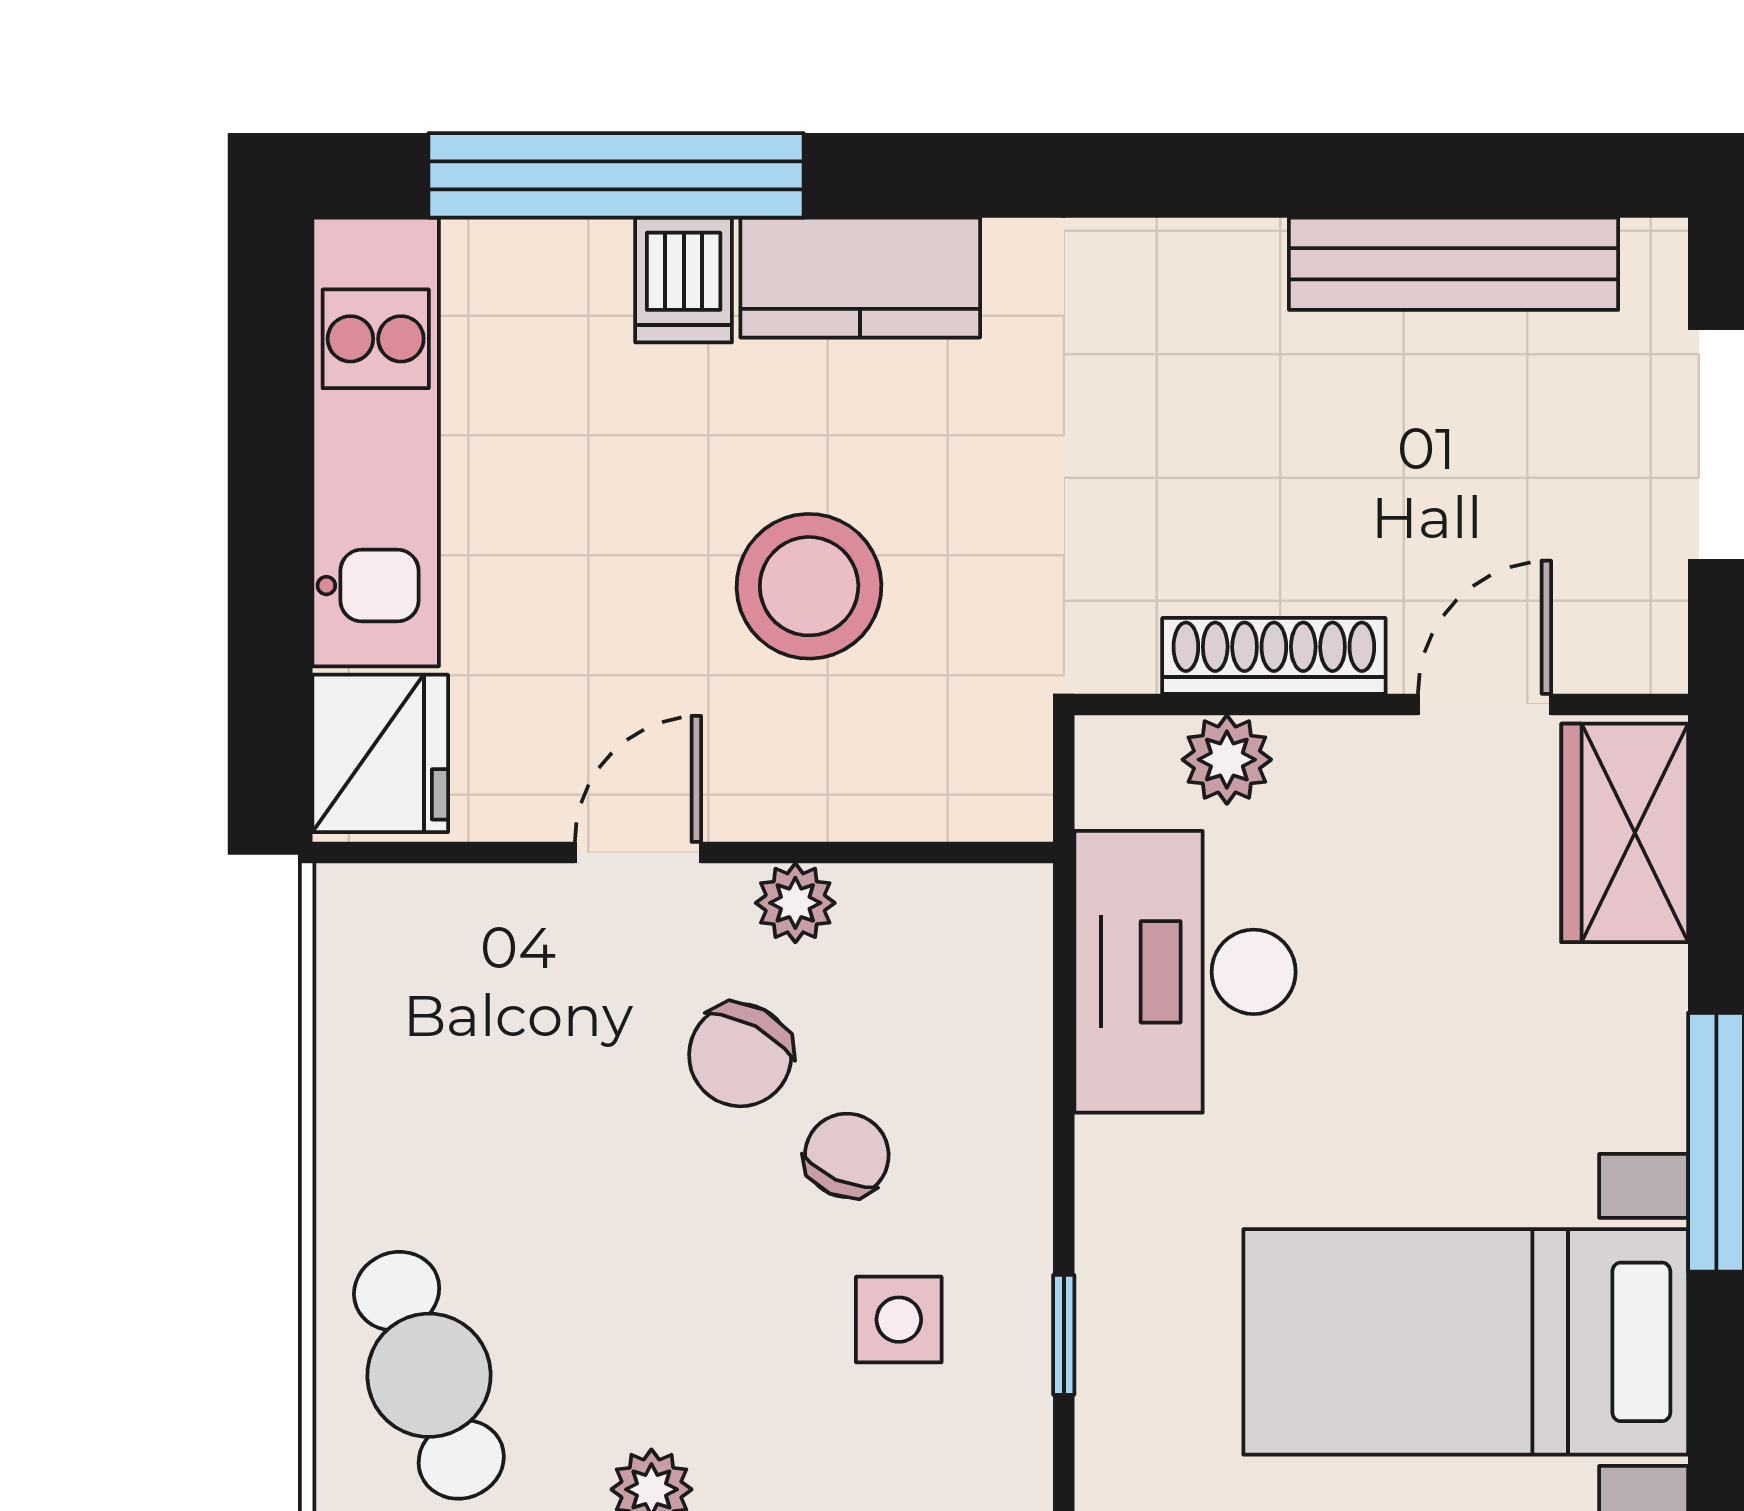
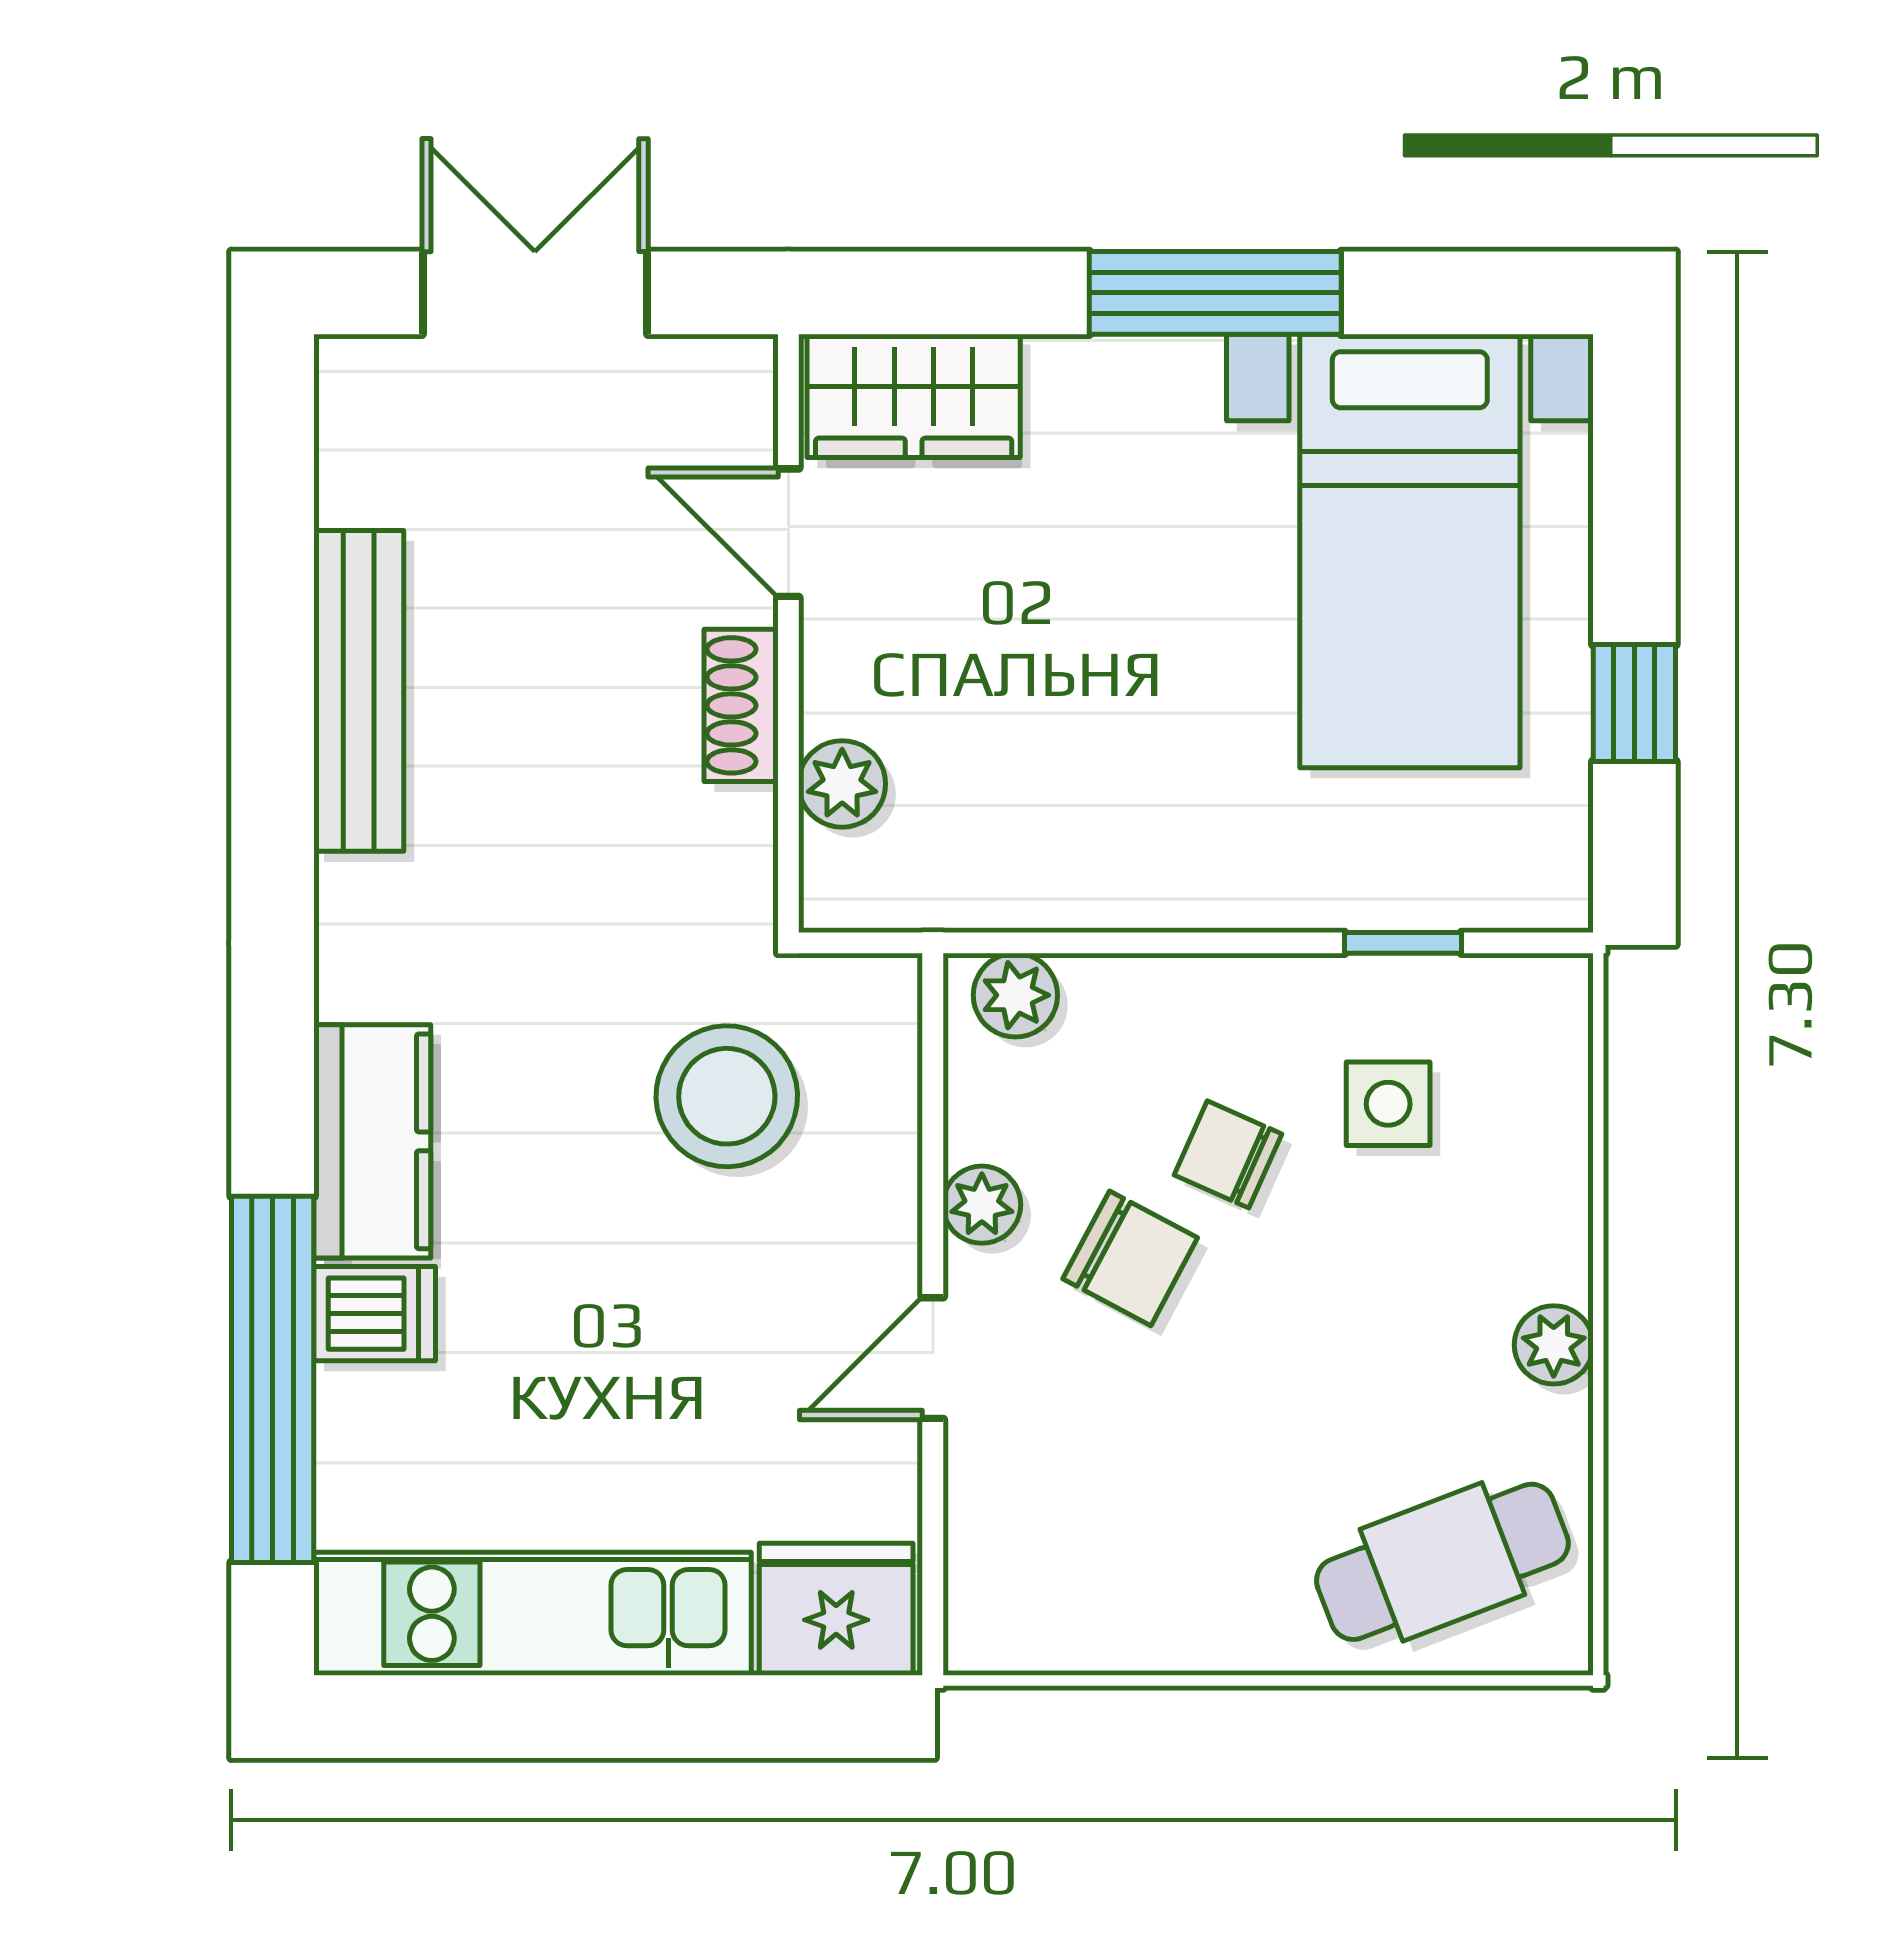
bench: (1454, 264) -> (359, 691), moved
stool: (809, 586) -> (727, 1096), moved
shoe rack: (1274, 656) -> (741, 705), width x0.70
door: (638, 853) -> (933, 1358), hinge flipped
plant: (1010, 937) -> (1015, 995), added
desk: (1185, 972) -> (1049, 825), removed

